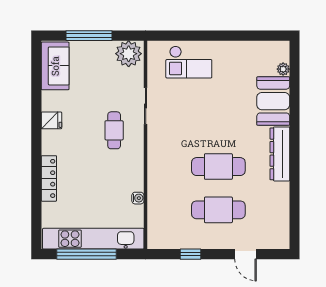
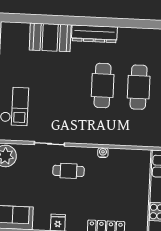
plant: (283, 69) -> (24, 28), removed
water cooler: (138, 198) -> (103, 153), moved

